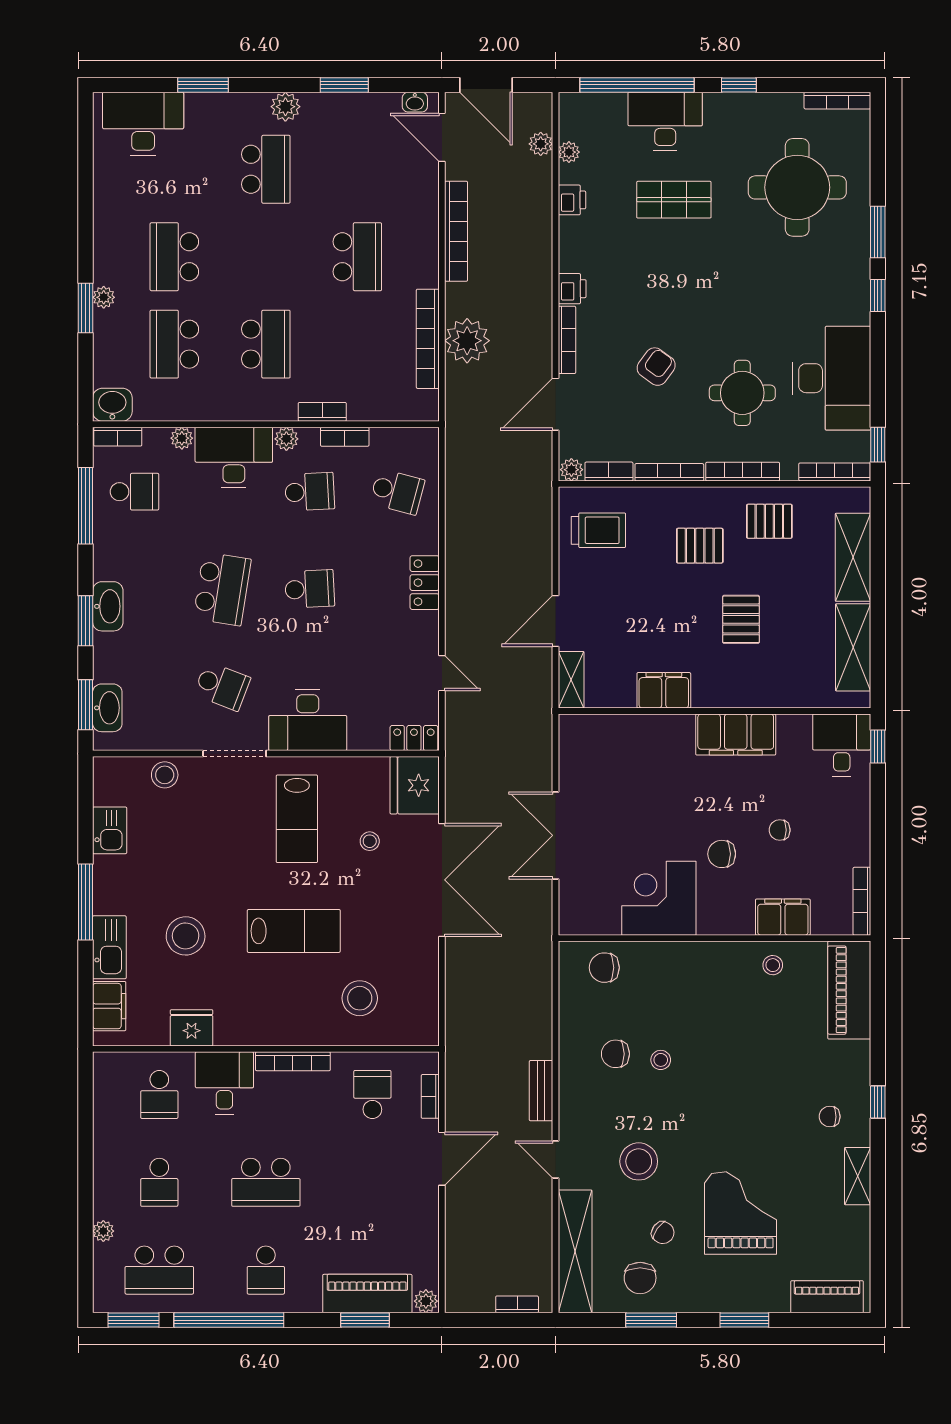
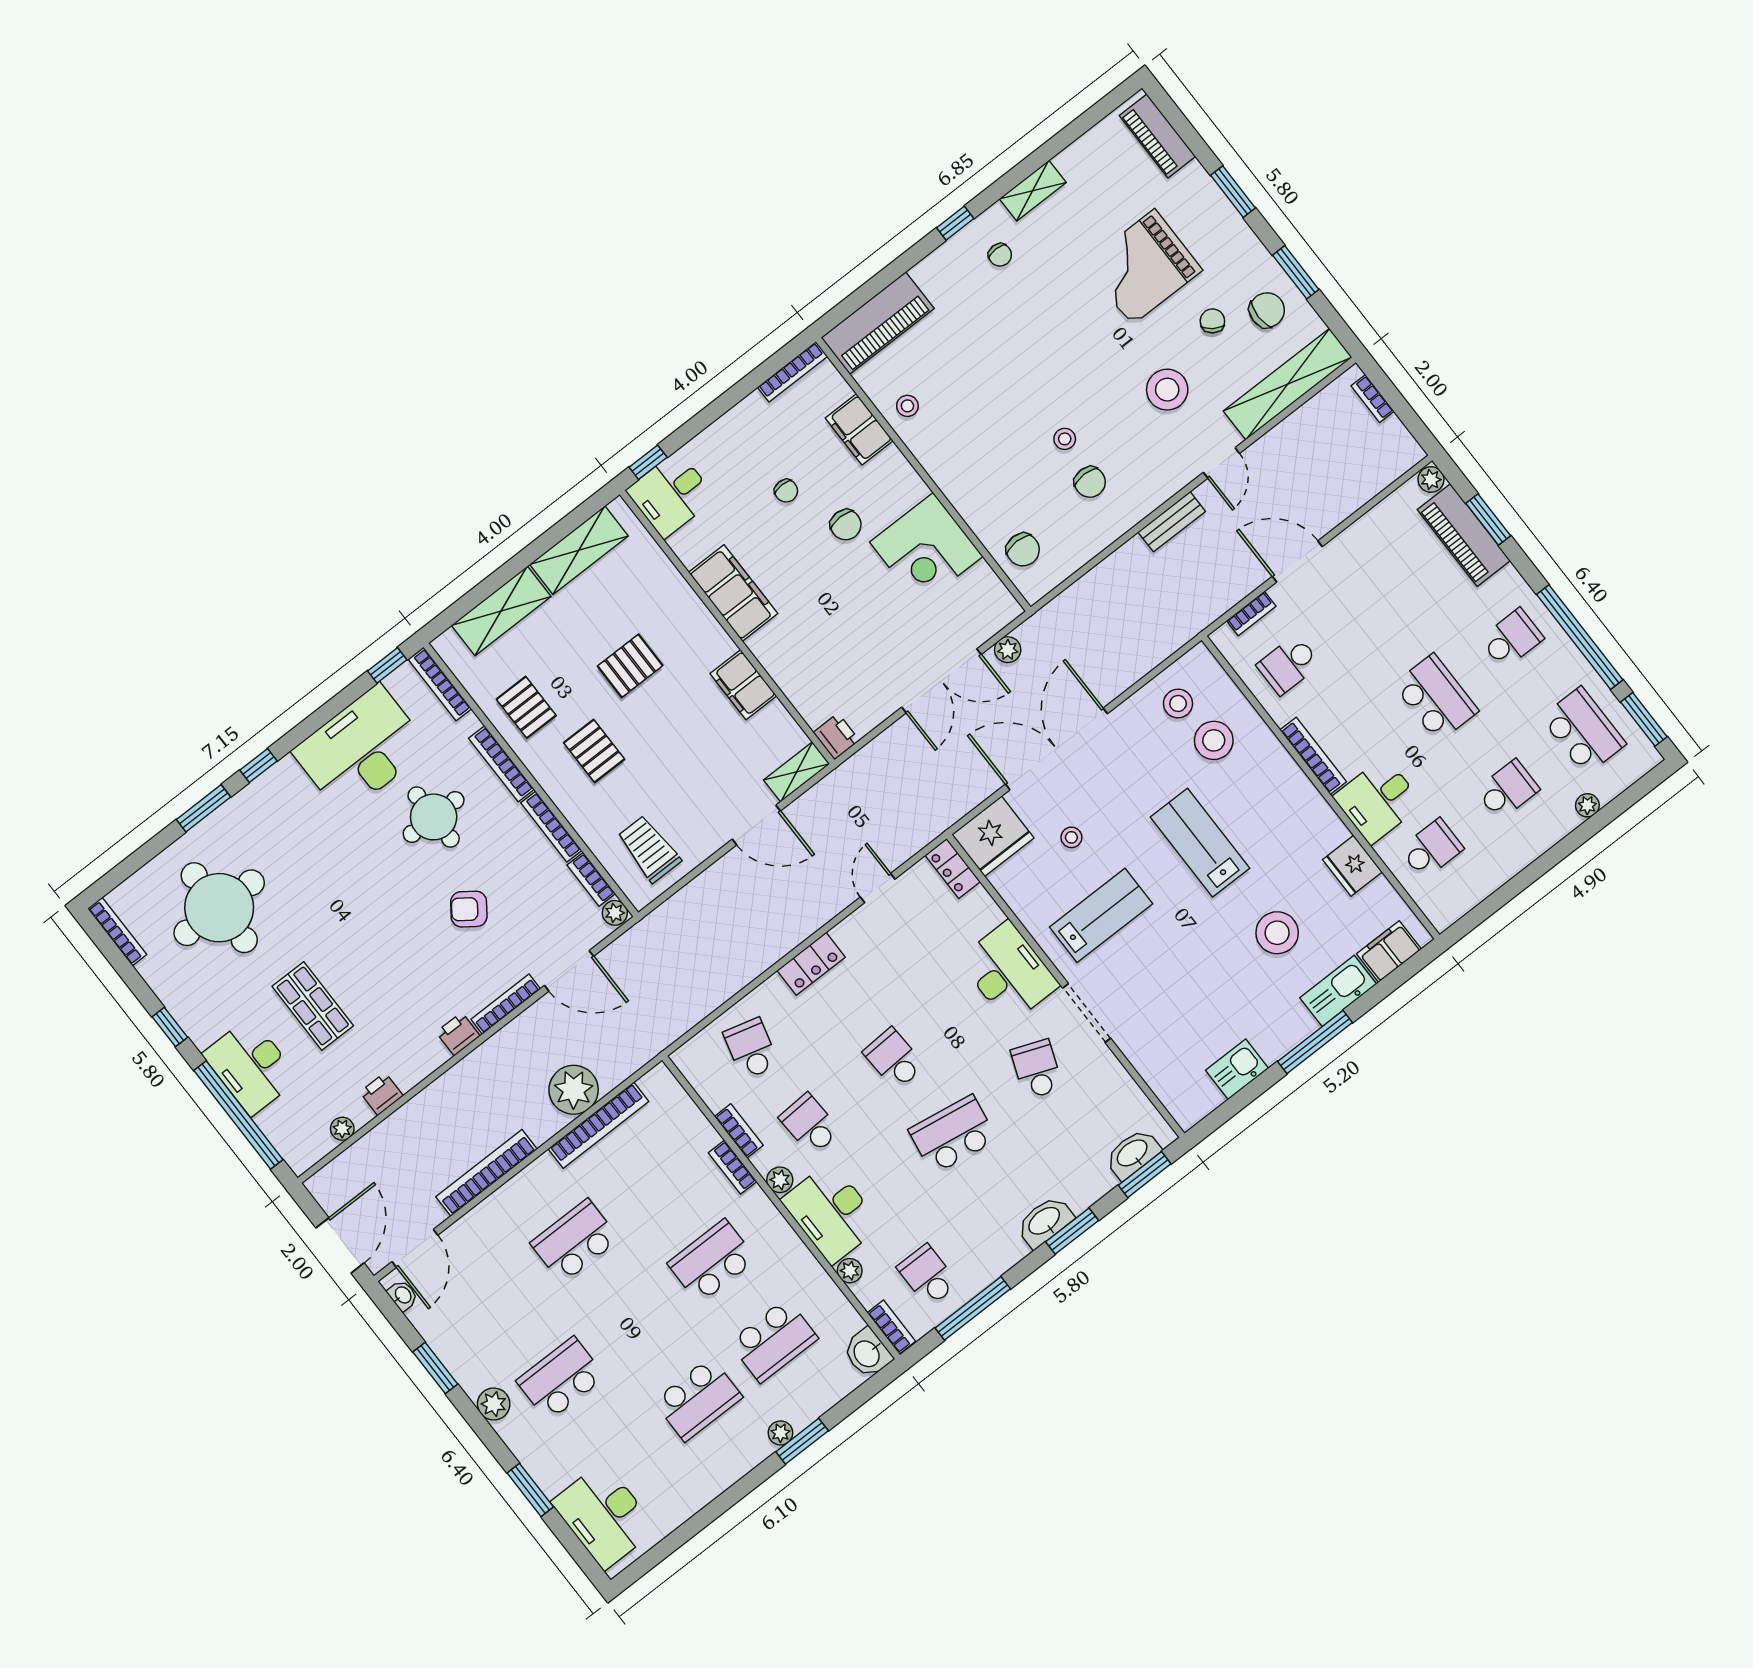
plant: (541, 144) -> (1008, 650), moved
printer: (574, 728) -> (836, 736), added
stool: (165, 775) -> (1178, 703), moved

